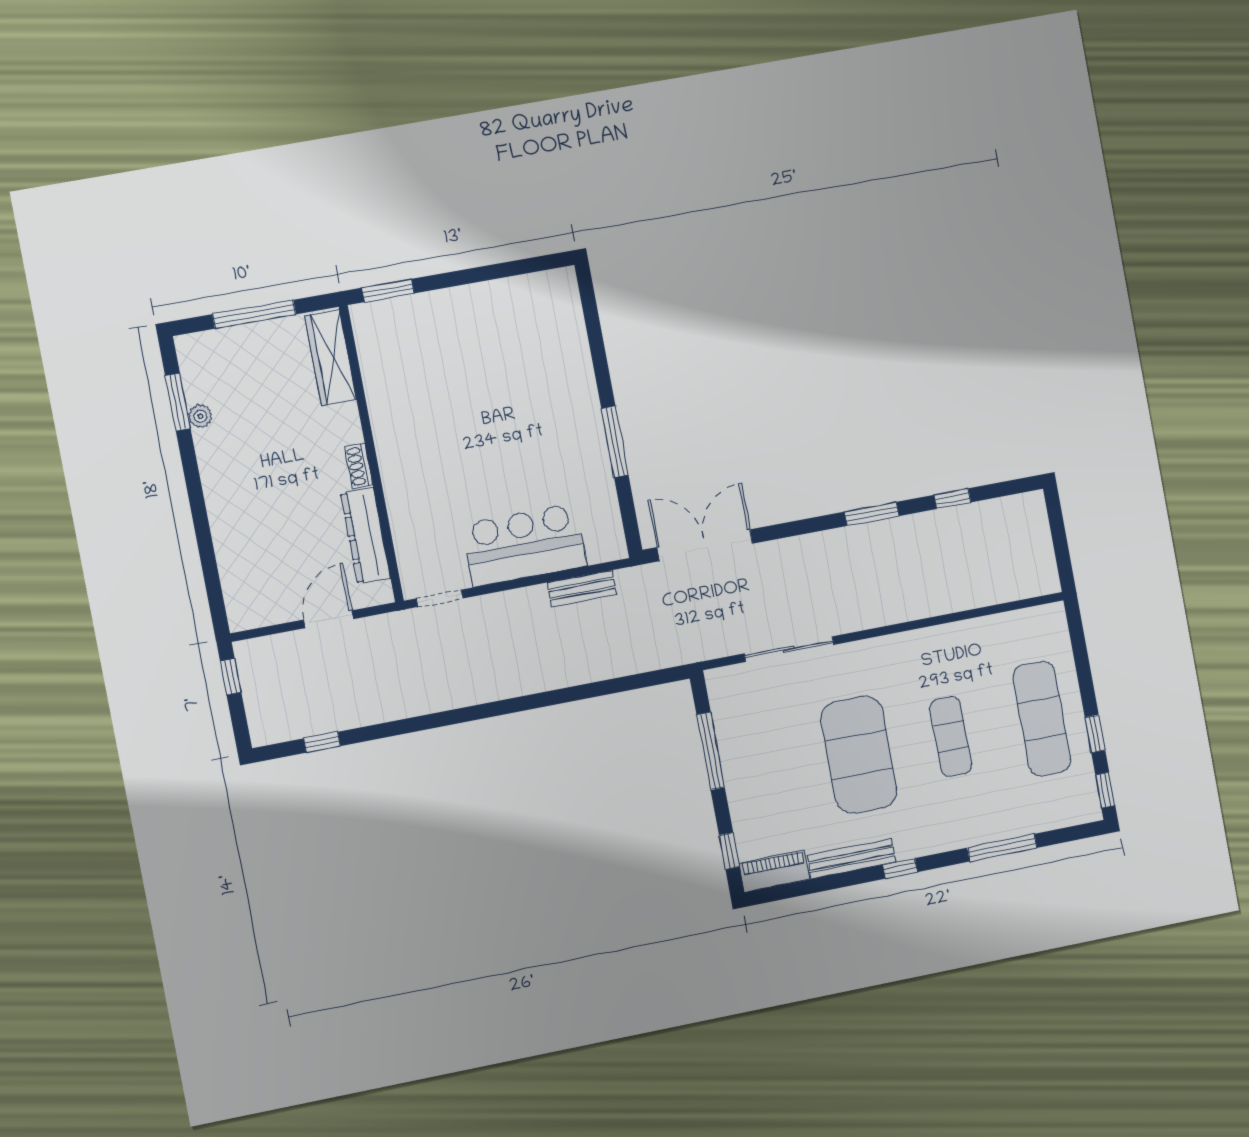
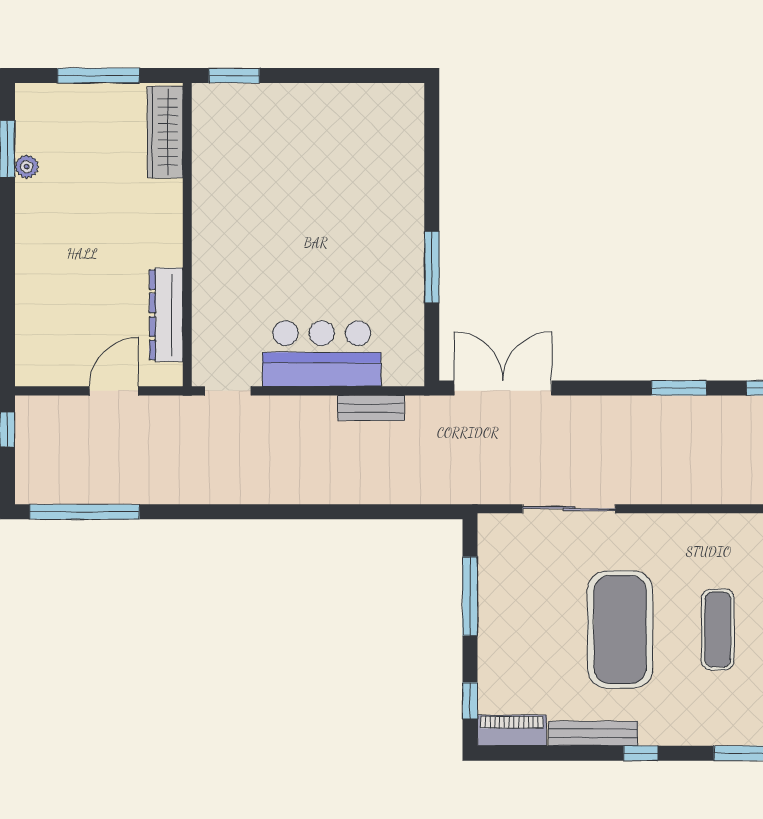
shoe rack: (359, 466) -> (172, 244), removed
window: (322, 742) -> (84, 512), width x3.17

